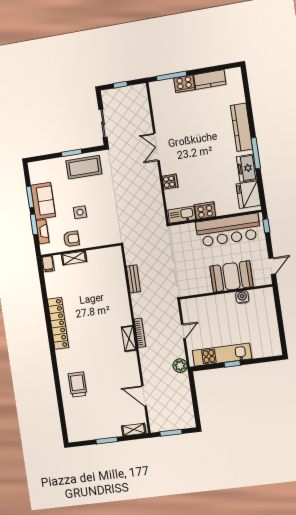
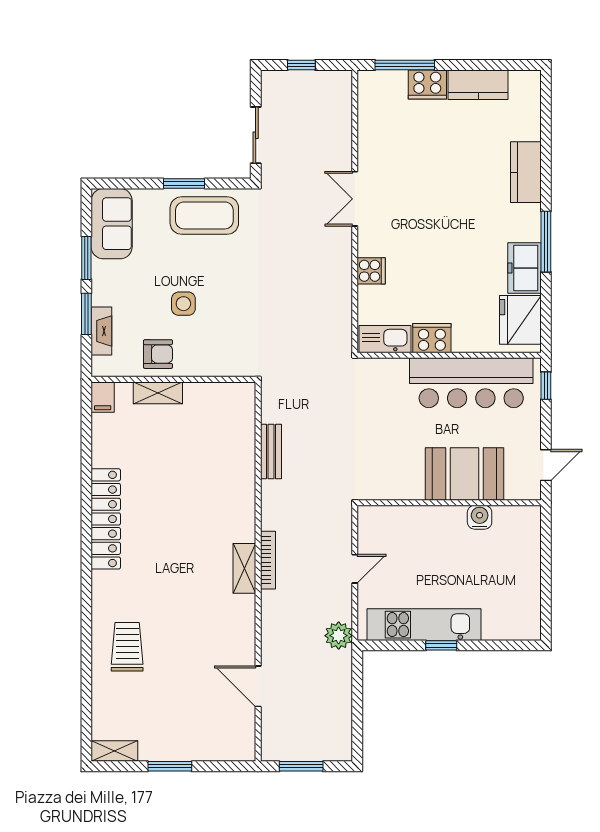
kitchen counter: (242, 127) -> (526, 172), width x0.67
sofa: (43, 201) -> (112, 224), moved
shelving: (134, 430) -> (114, 751), moved

